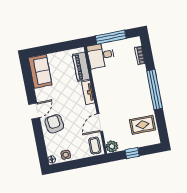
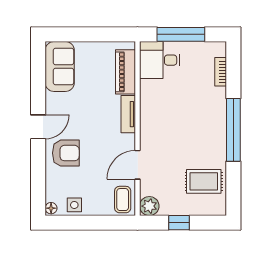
armchair: (54, 124) -> (66, 153), turned 99

